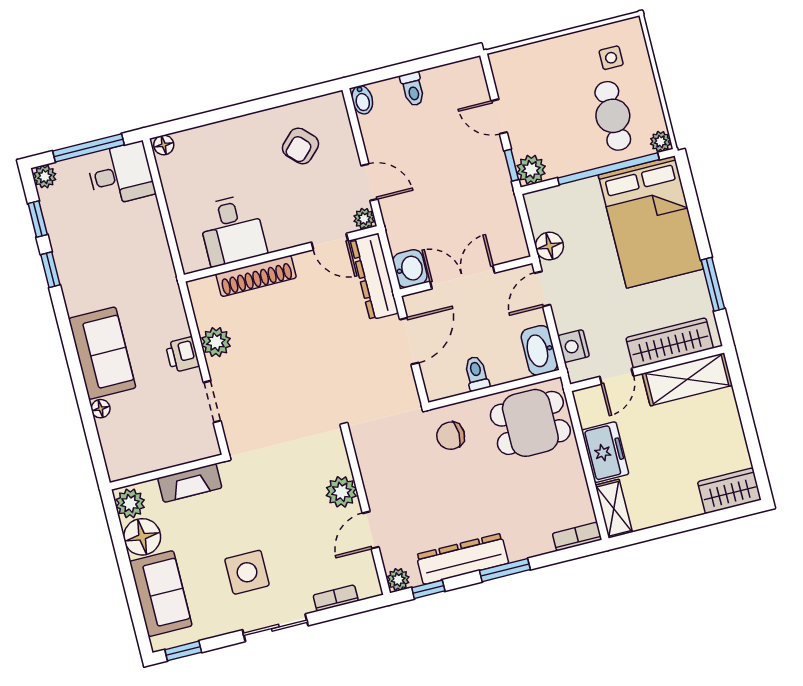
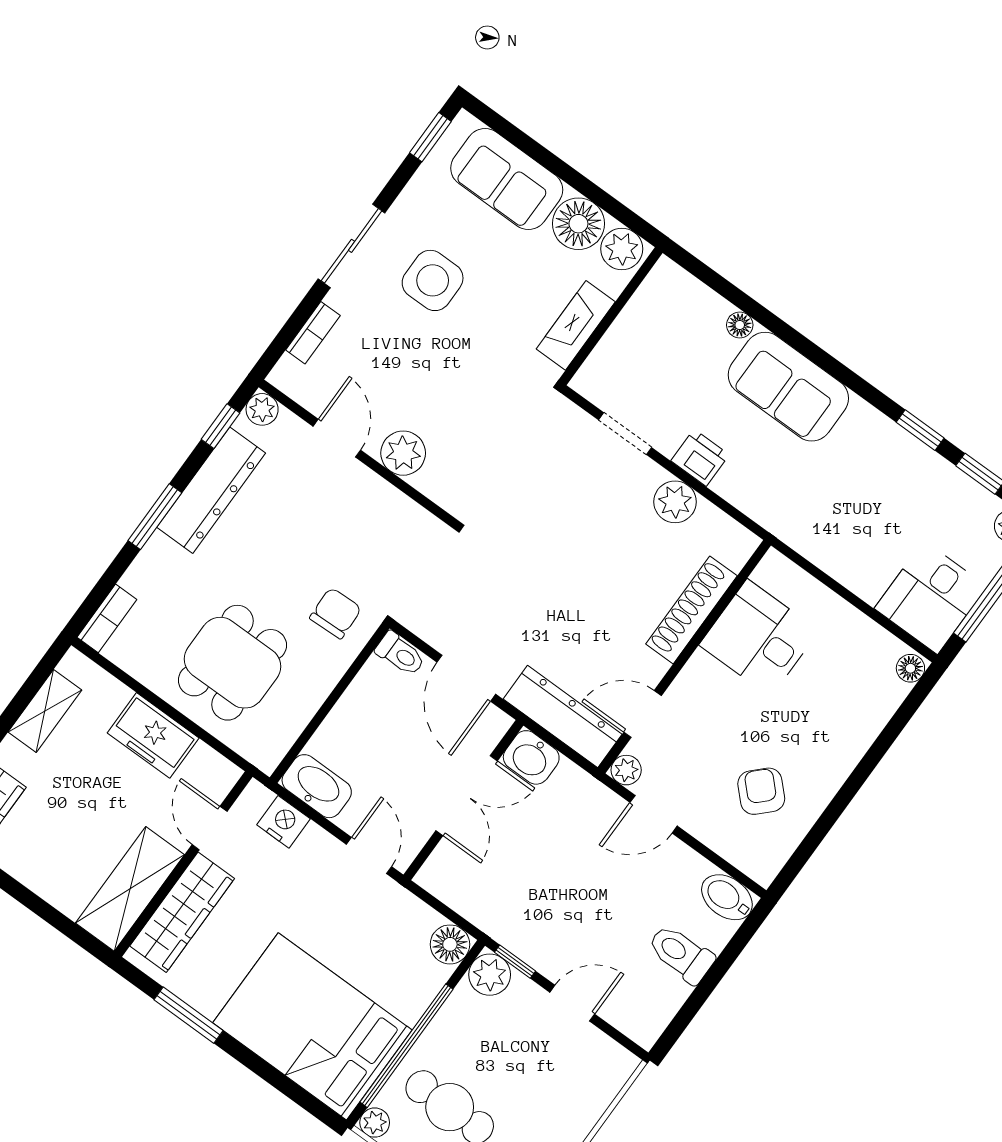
toilet: (413, 89) -> (681, 954), width x1.37, depth x1.39
bidet: (362, 100) -> (727, 897), width x1.38, depth x1.36
floor lamp: (549, 246) -> (450, 944), moved
toilet: (477, 374) -> (400, 654), moved
dining table: (530, 423) -> (232, 663), moved
shelving: (614, 509) -> (45, 711), moved, turned 90

